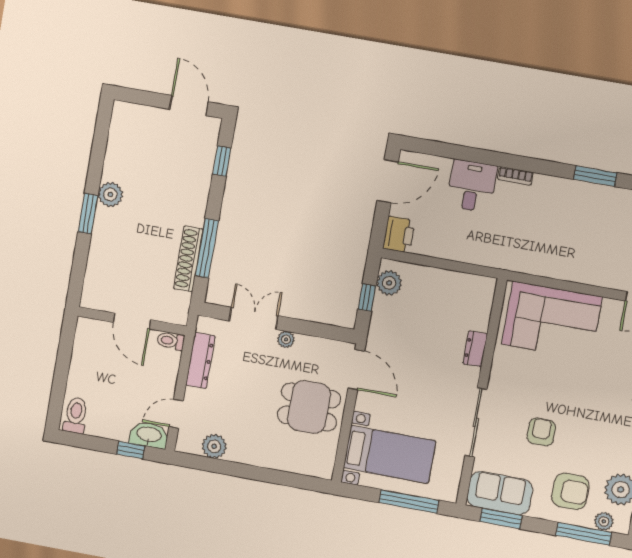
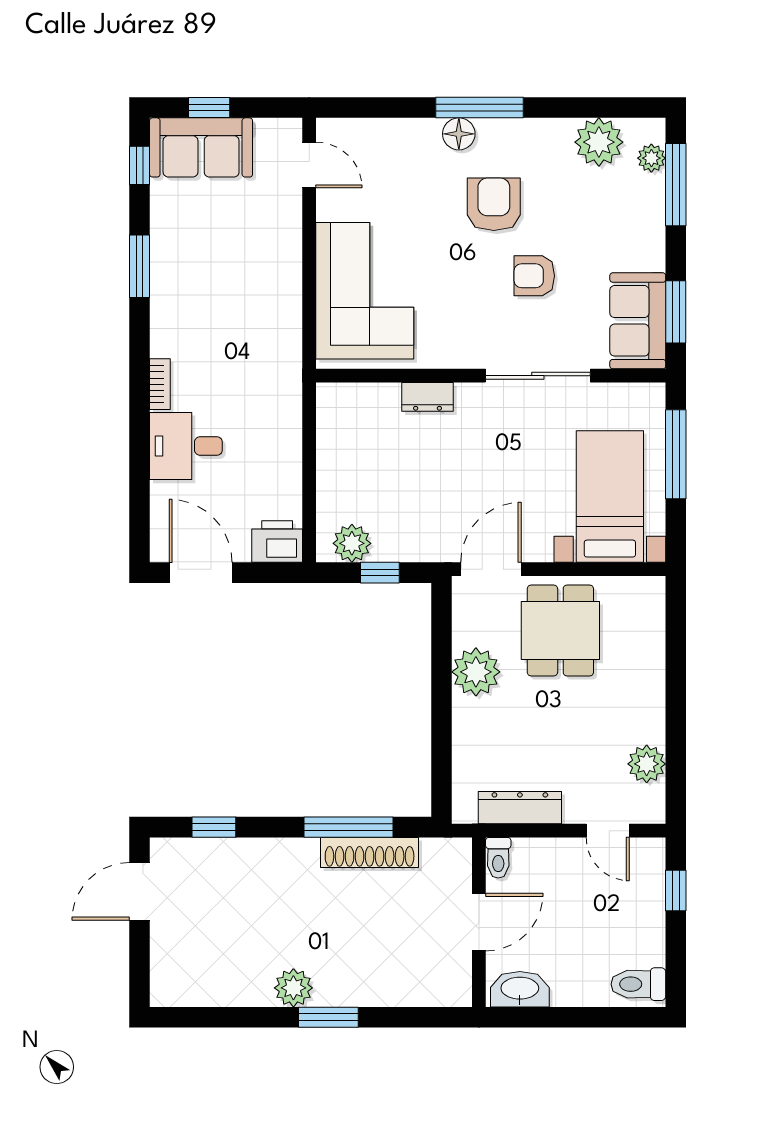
double door: (254, 318) -> (442, 738), removed
plant: (286, 339) -> (476, 672), width x1.87, depth x1.87
washbasin: (149, 435) -> (520, 989), moved, turned 90
armchair: (570, 491) -> (494, 204), moved

